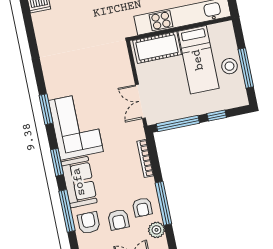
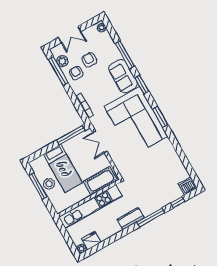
bed: (198, 60) -> (63, 168), moved, turned 180
double door: (140, 101) -> (100, 142), swing flipped
window: (217, 116) -> (47, 149), removed
corner sofa: (76, 126) -> (136, 121), width x1.36, depth x1.36
window: (163, 203) -> (58, 71), moved
armchair: (89, 223) -> (108, 52), removed

